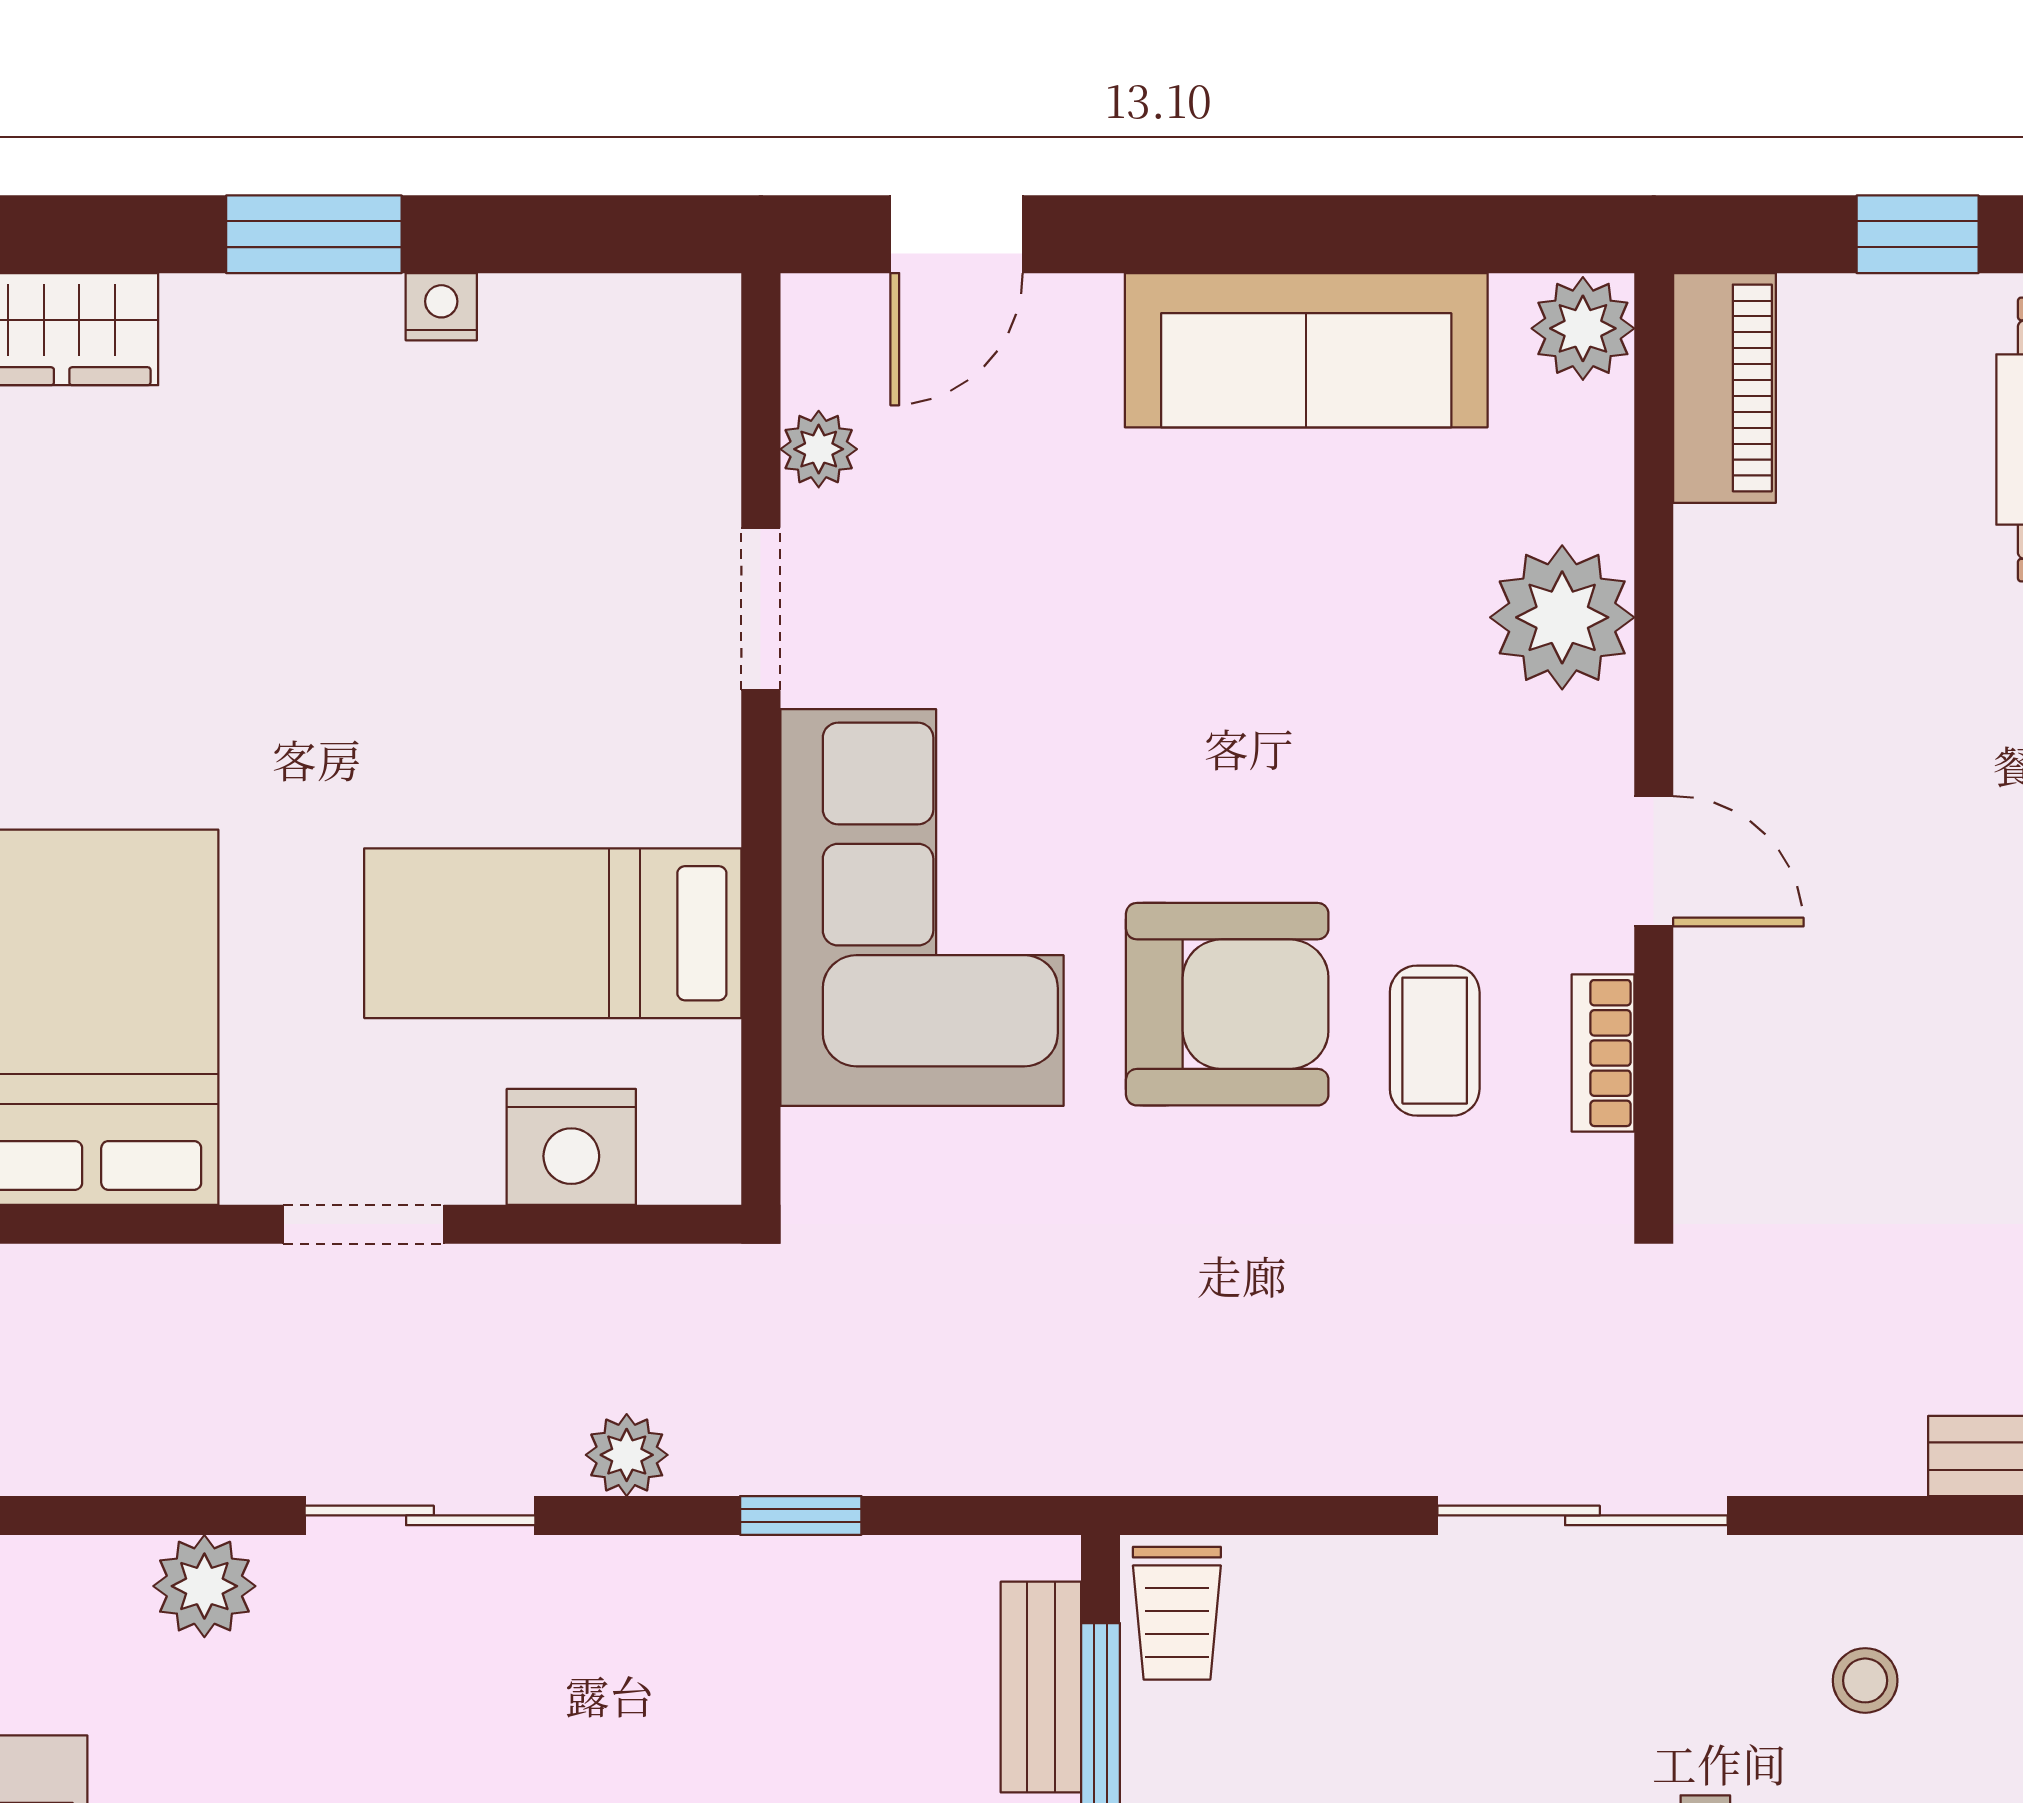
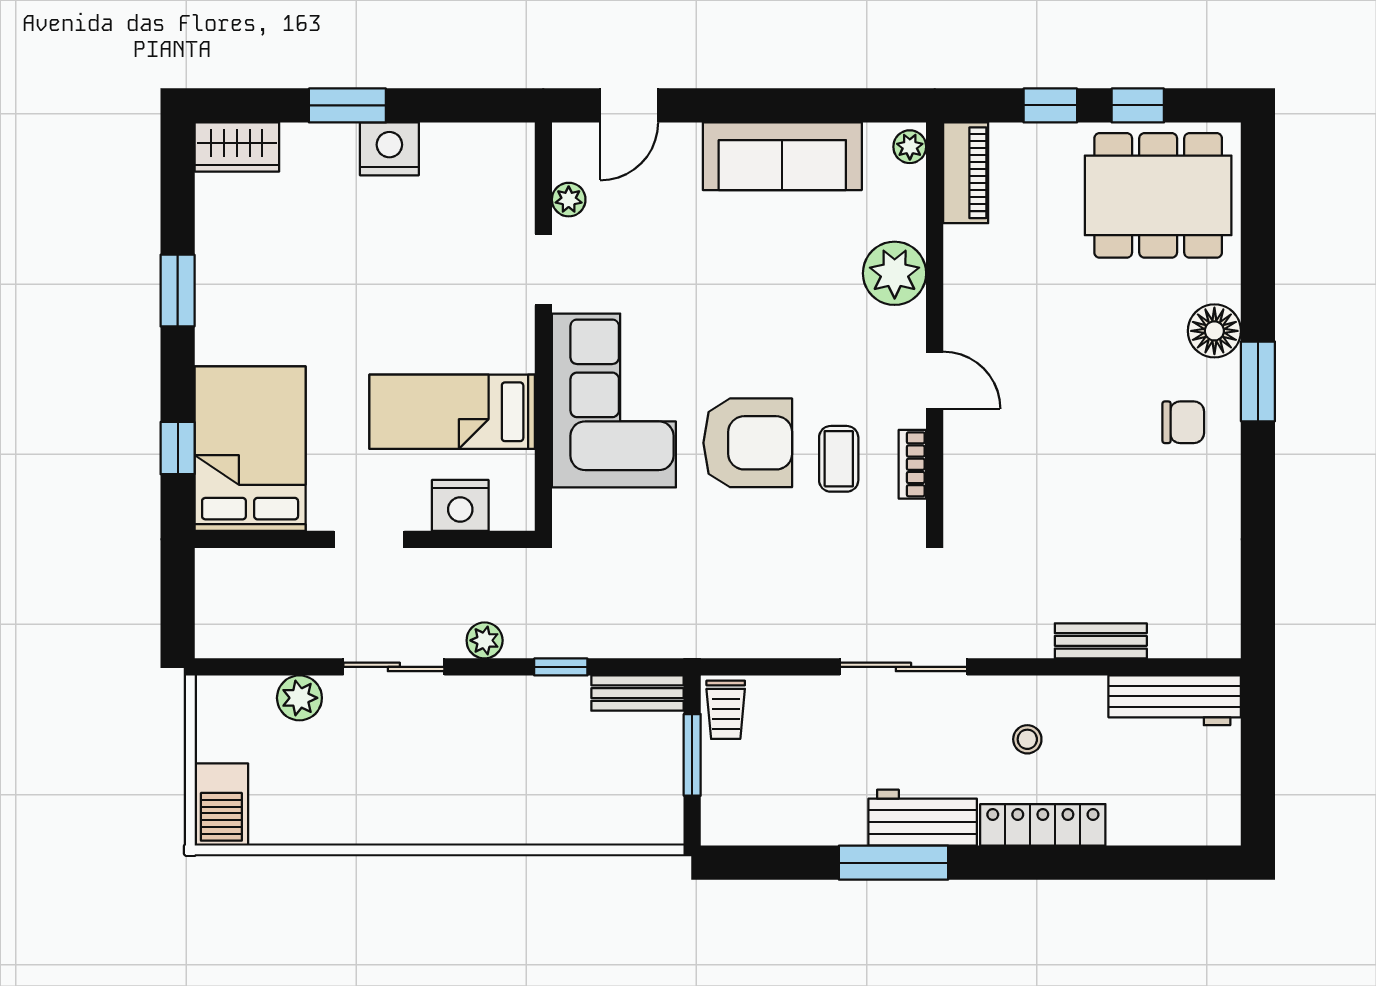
nightstand: (441, 307) -> (389, 149), width x1.89, depth x1.79
plant: (1583, 328) -> (910, 147), width x0.73, depth x0.73
bench: (1041, 1687) -> (638, 693), moved, turned 90

